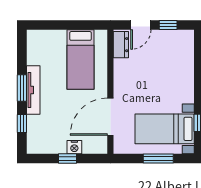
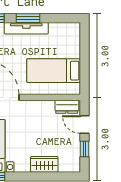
wardrobe: (185, 70) -> (44, 164), added

